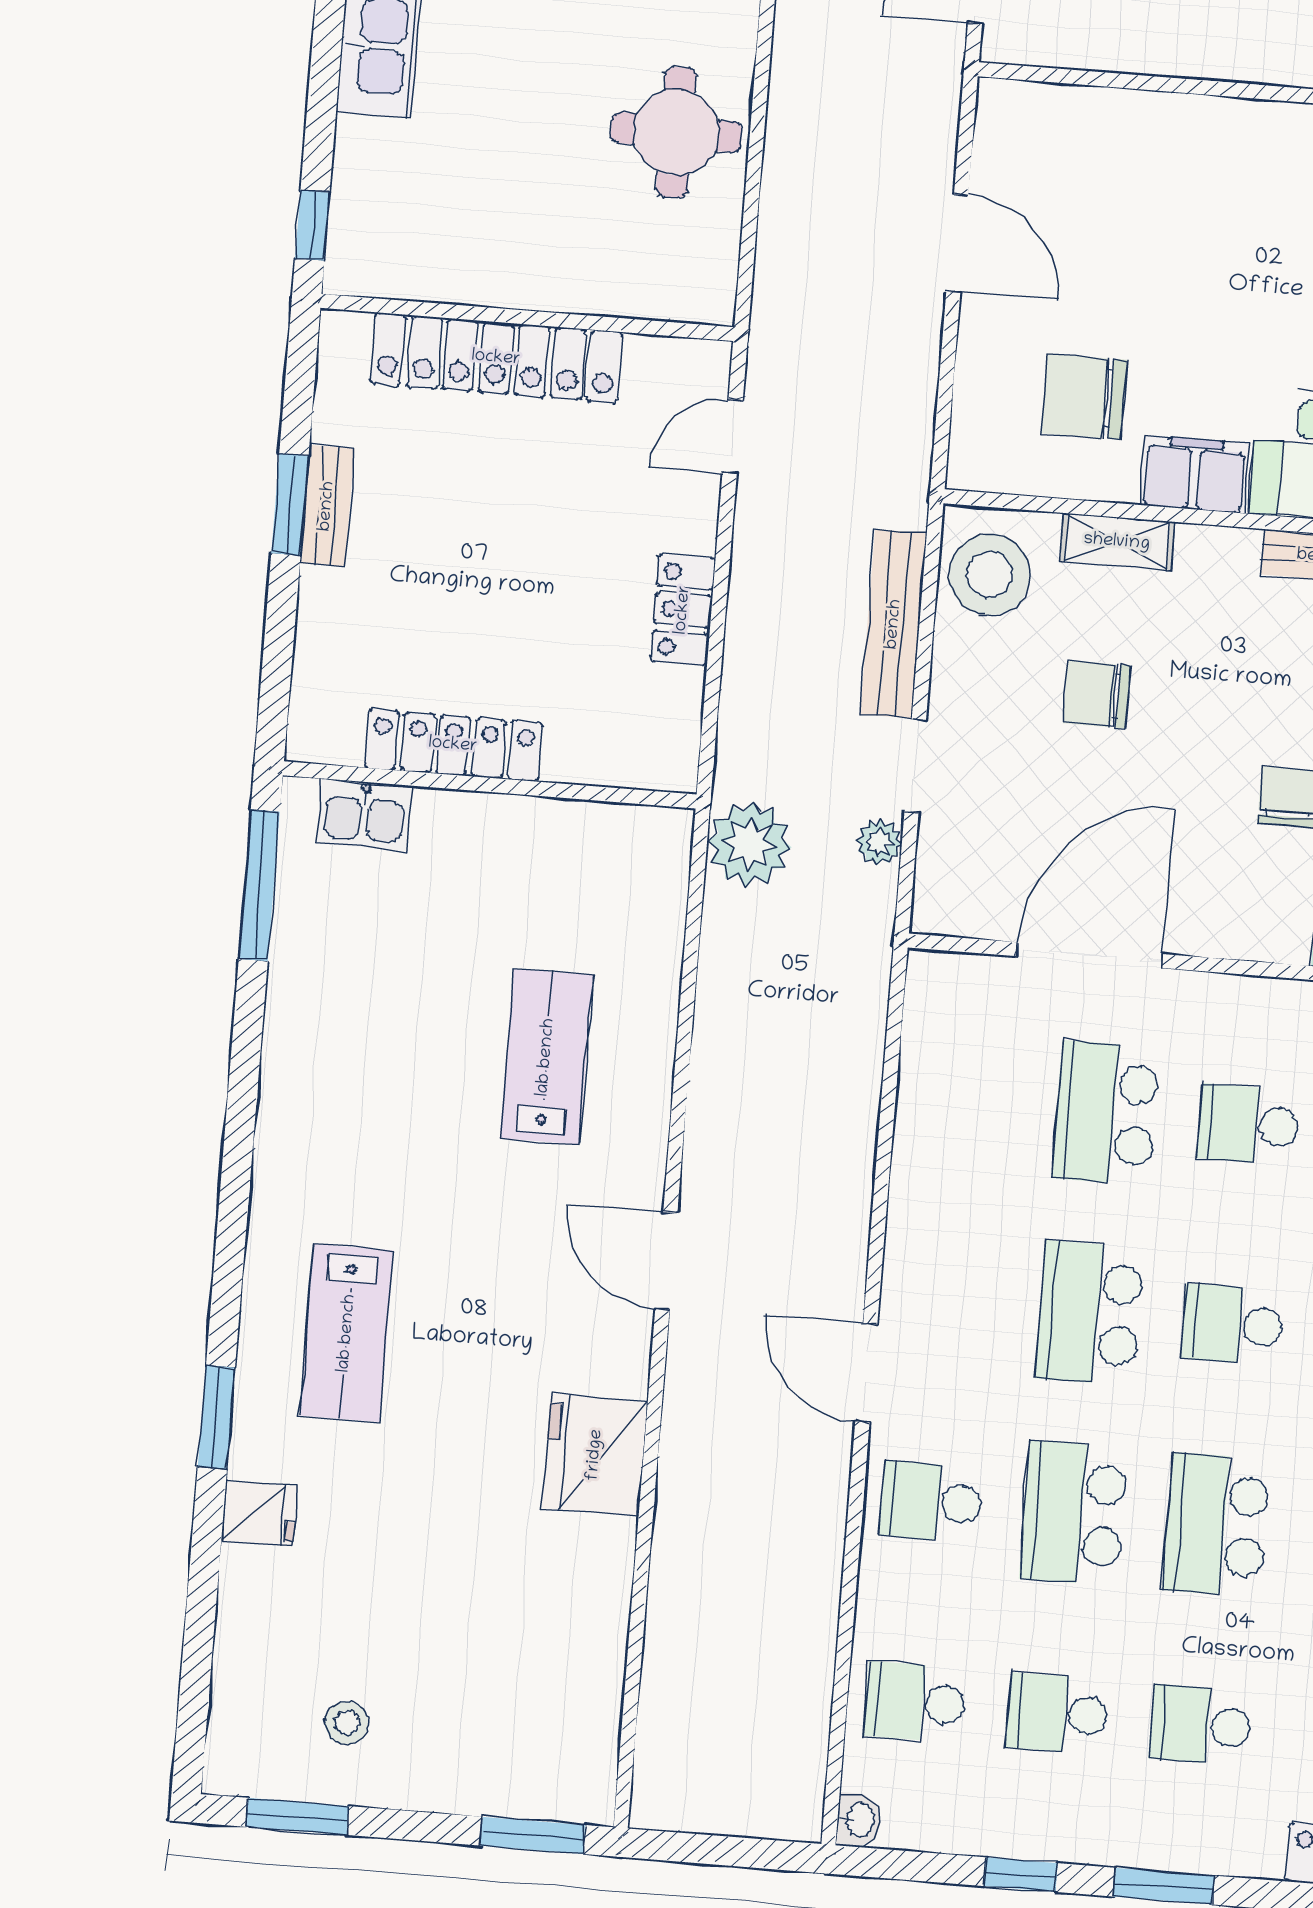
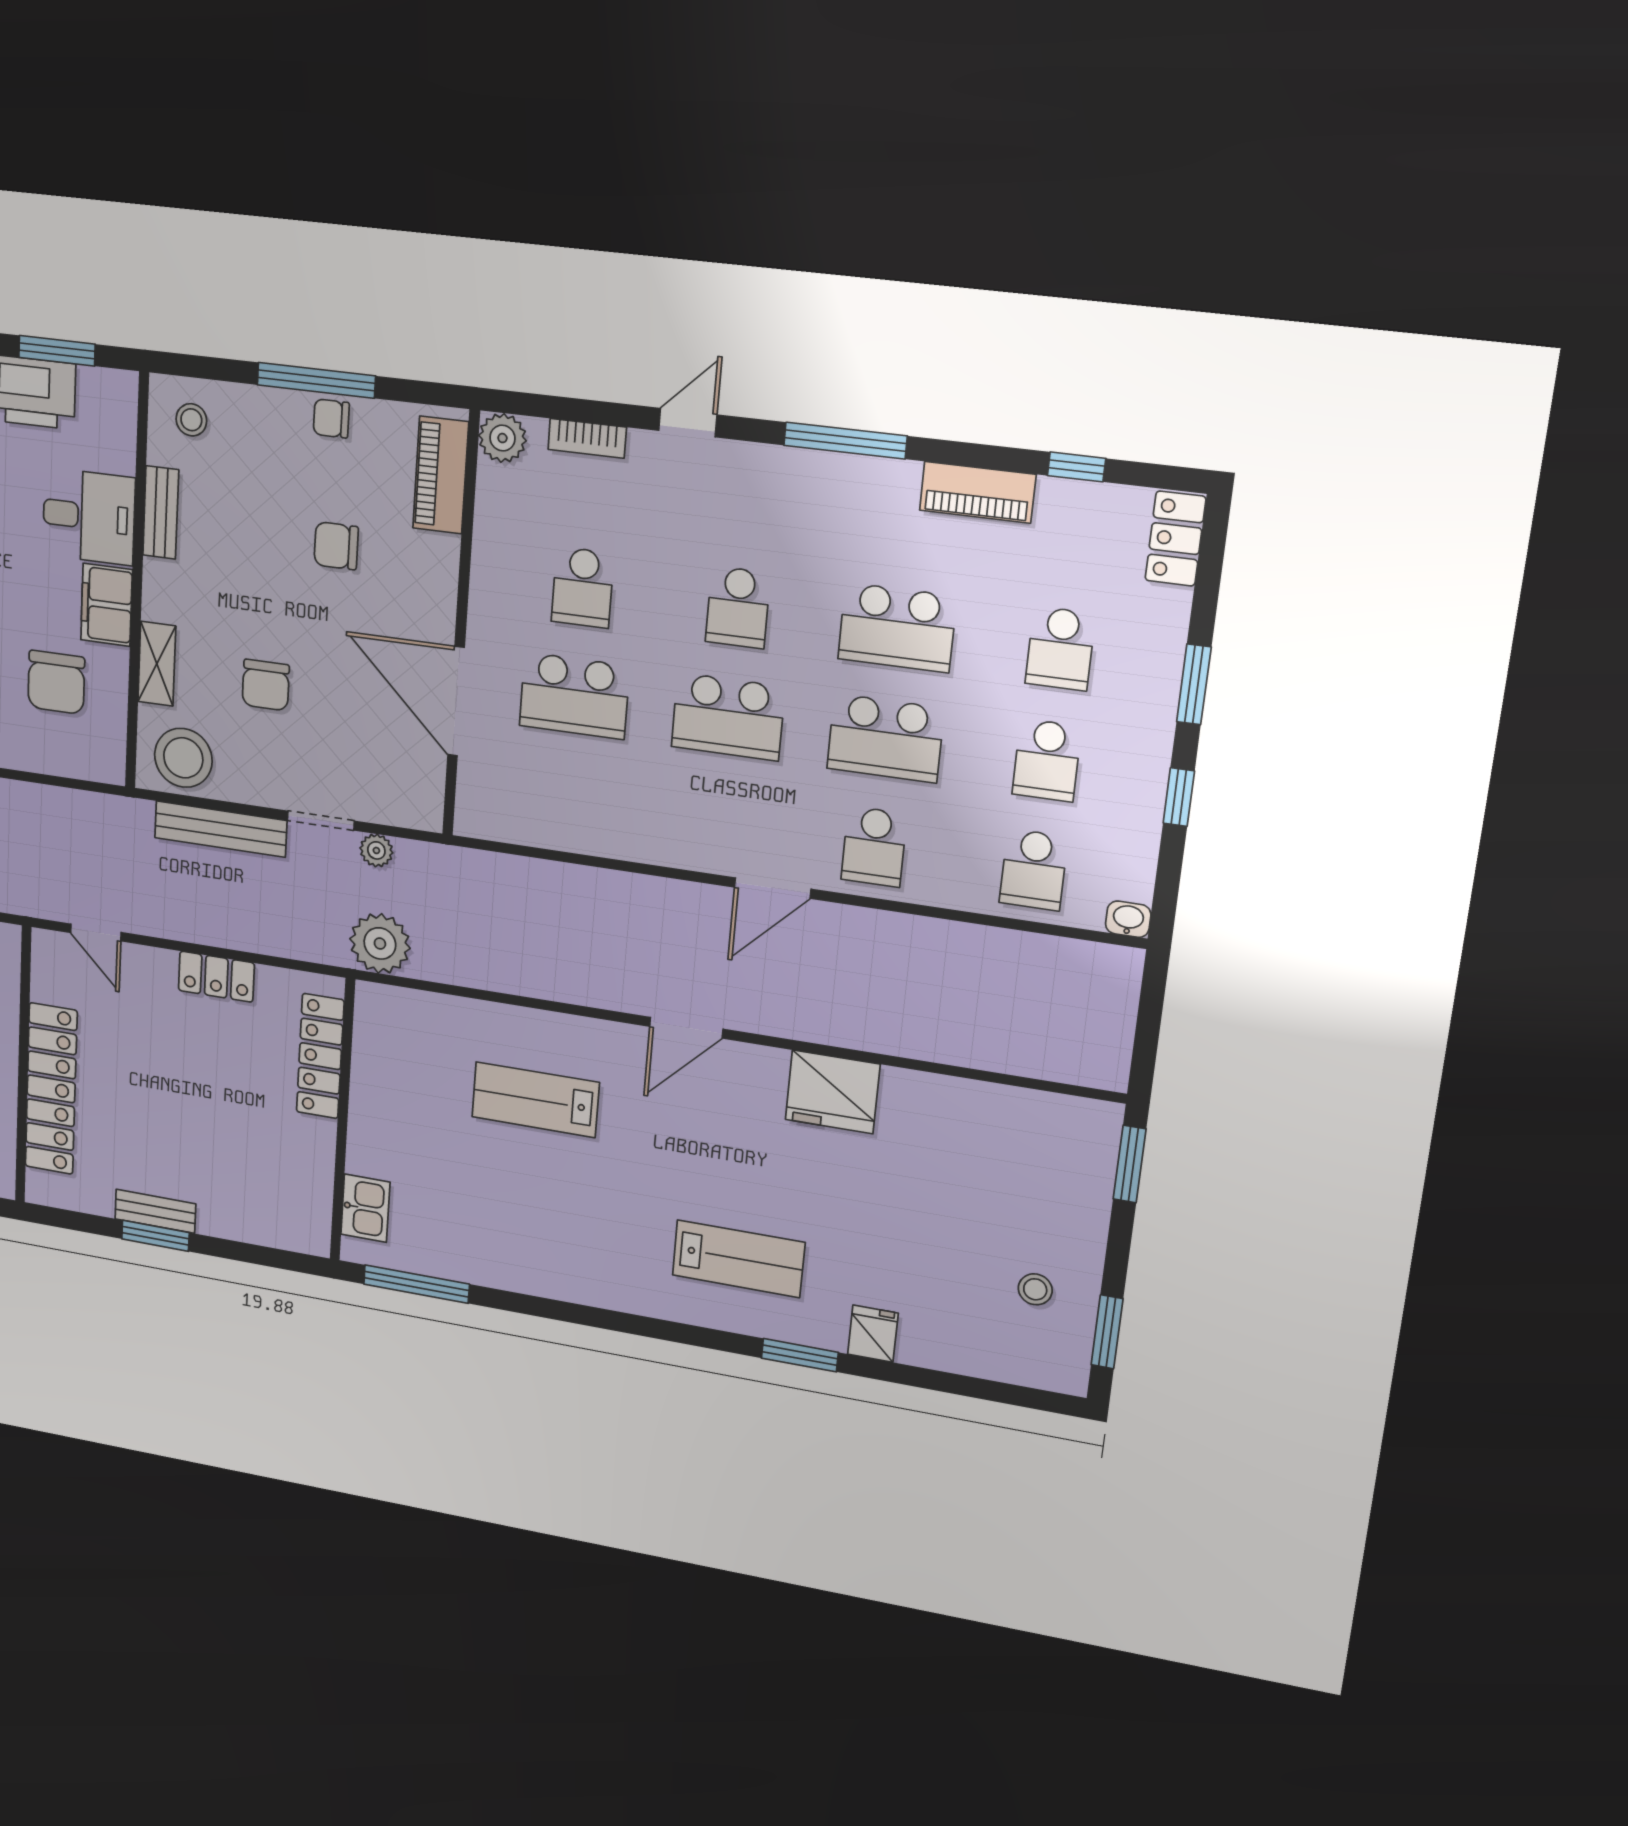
locker: (453, 745) -> (320, 1056), moved

